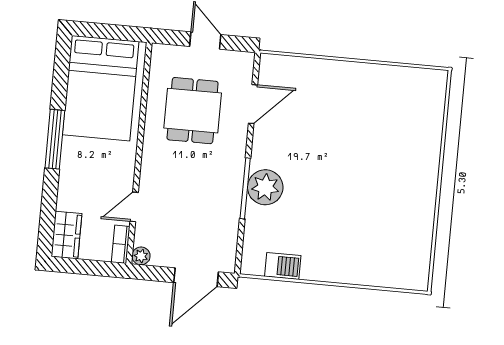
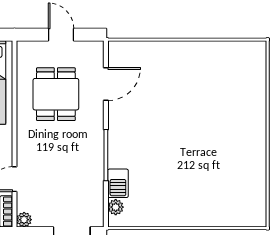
plant: (265, 187) -> (116, 207), moved, width x0.53, depth x0.53
barbecue: (283, 266) -> (118, 183), moved, turned 90

